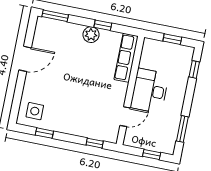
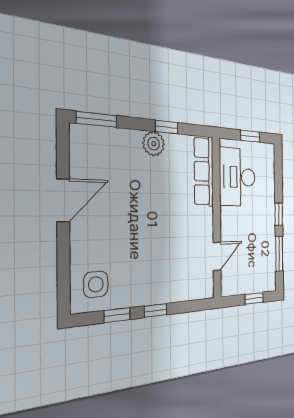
window: (194, 69) -> (279, 214), moved
desk: (150, 91) -> (237, 177), moved
window: (95, 143) -> (155, 310), moved

